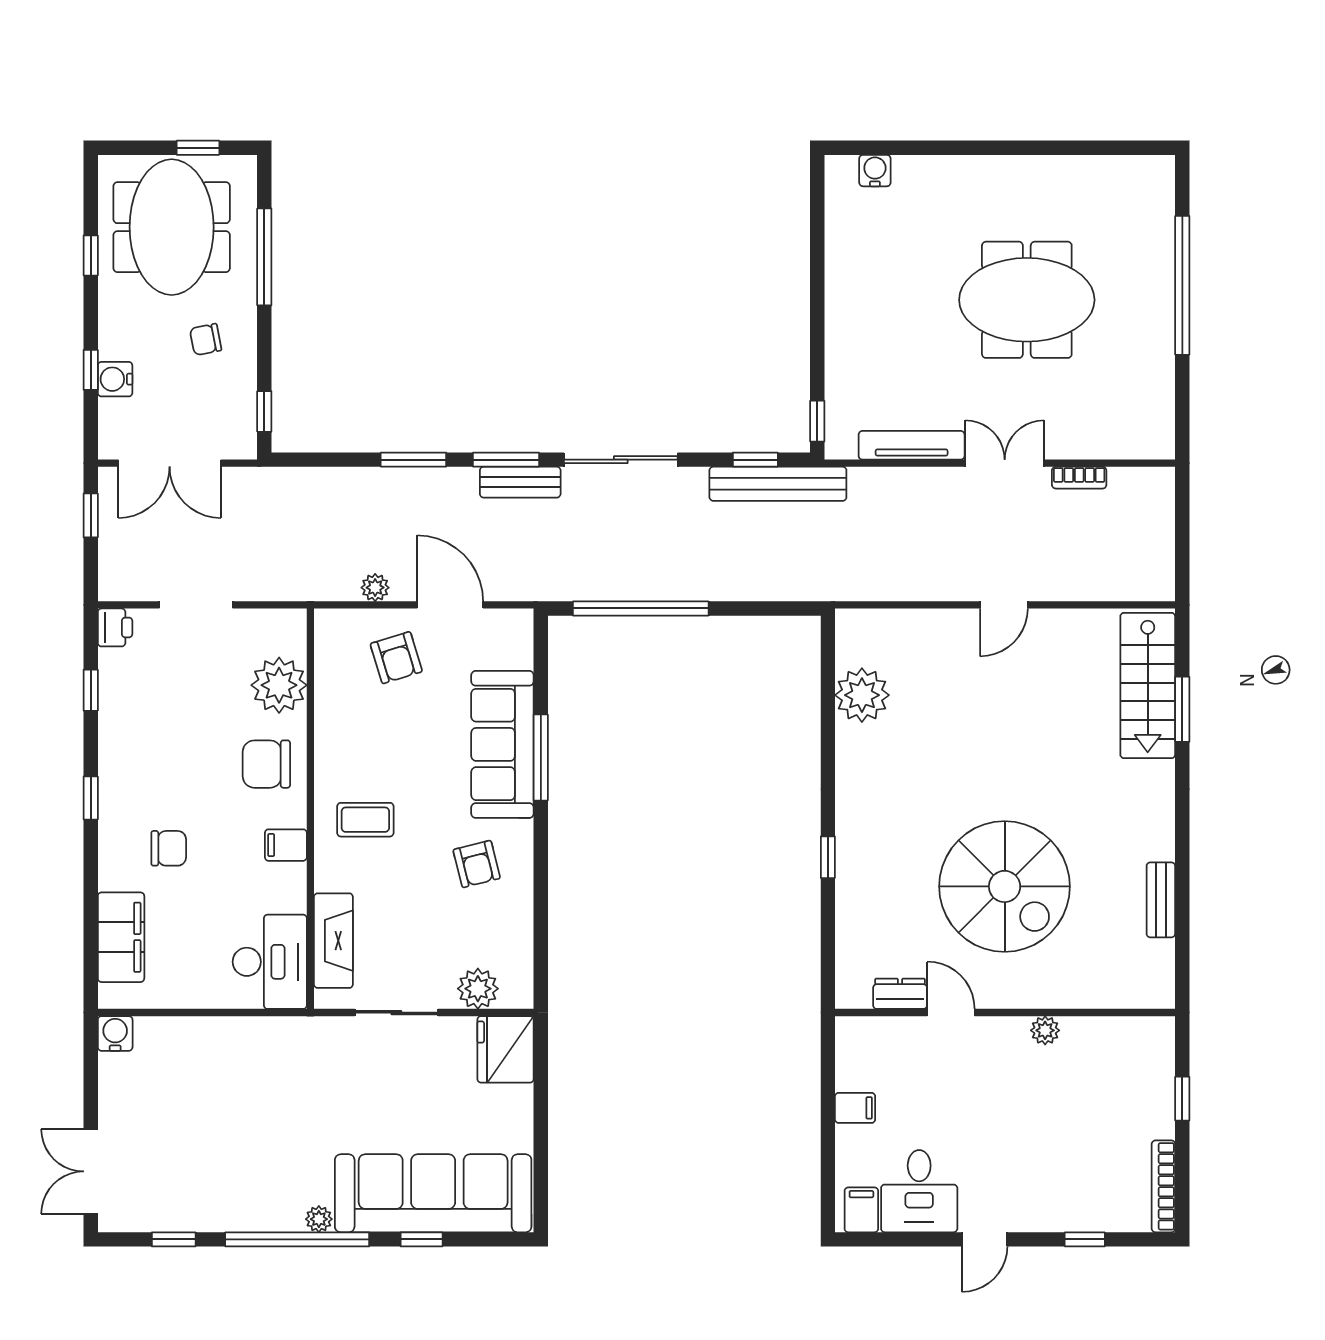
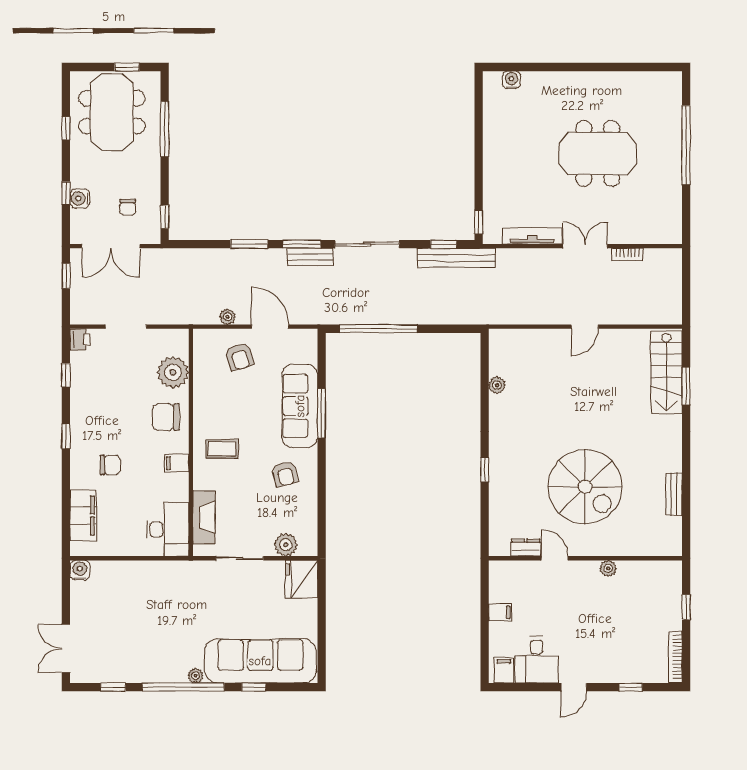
chair: (206, 339) -> (128, 207), moved, turned -79
plant: (862, 695) -> (497, 385), width x0.53, depth x0.53

